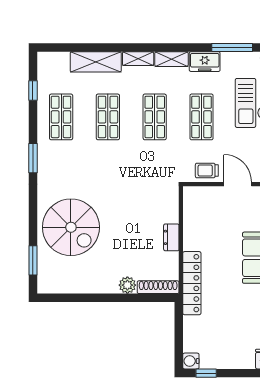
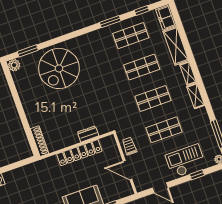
freezer: (205, 62) -> (166, 17), moved
window: (33, 158) -> (110, 22), moved
door: (238, 184) -> (128, 170), swing flipped
dresser: (171, 237) -> (88, 134), moved
locker: (192, 283) -> (79, 153), moved
plant: (127, 285) -> (14, 65), moved

